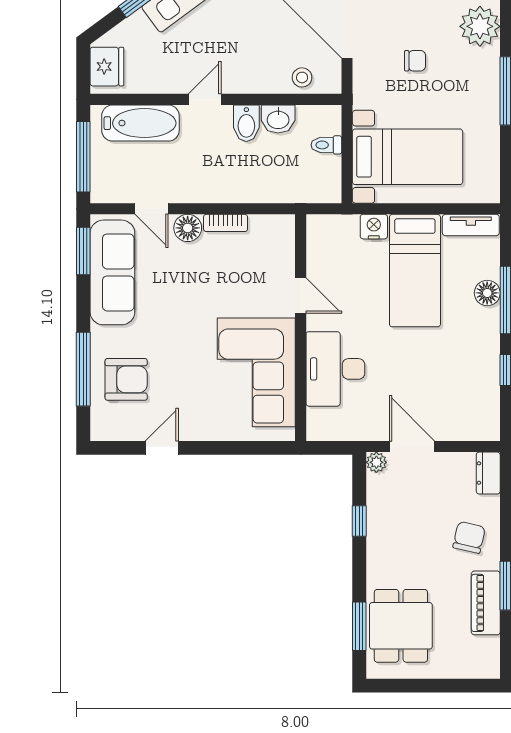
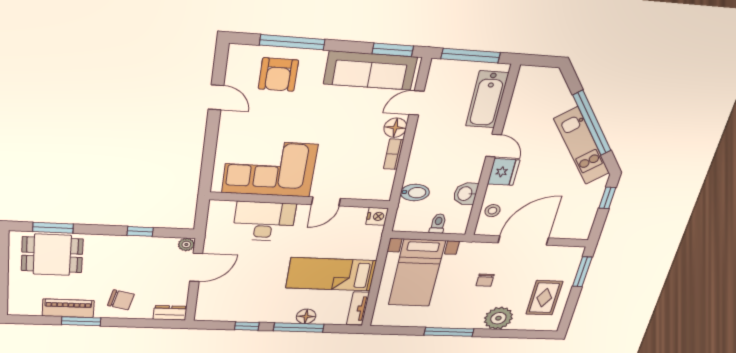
fridge: (107, 67) -> (504, 172), moved, turned -90
bidet: (246, 123) -> (415, 193), moved, turned 180
nightstand: (374, 227) -> (377, 216), moved

